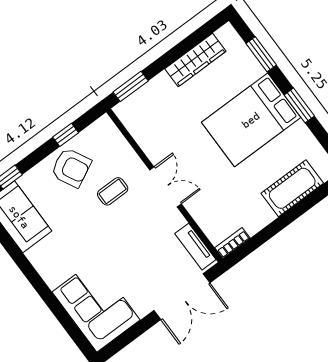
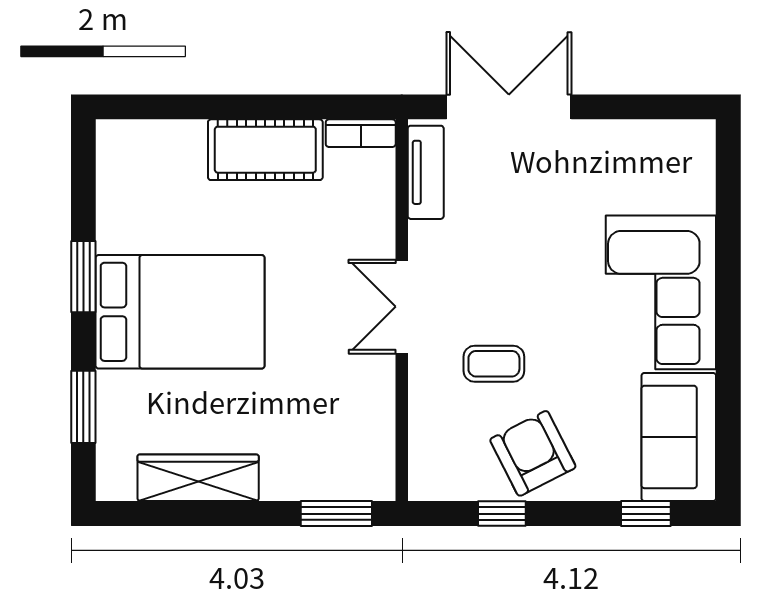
cot: (292, 188) -> (265, 150), moved
corner sofa: (96, 306) -> (661, 292), moved

